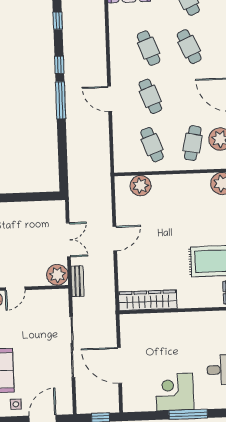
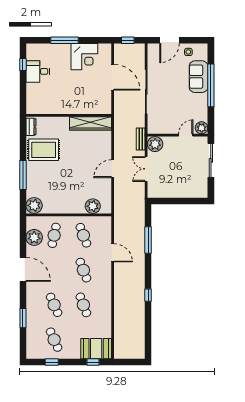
window: (58, 21) -> (148, 327), removed
door: (110, 99) -> (113, 253), moved
window: (61, 100) -> (148, 240), moved
corner desk: (175, 392) -> (84, 57), moved

